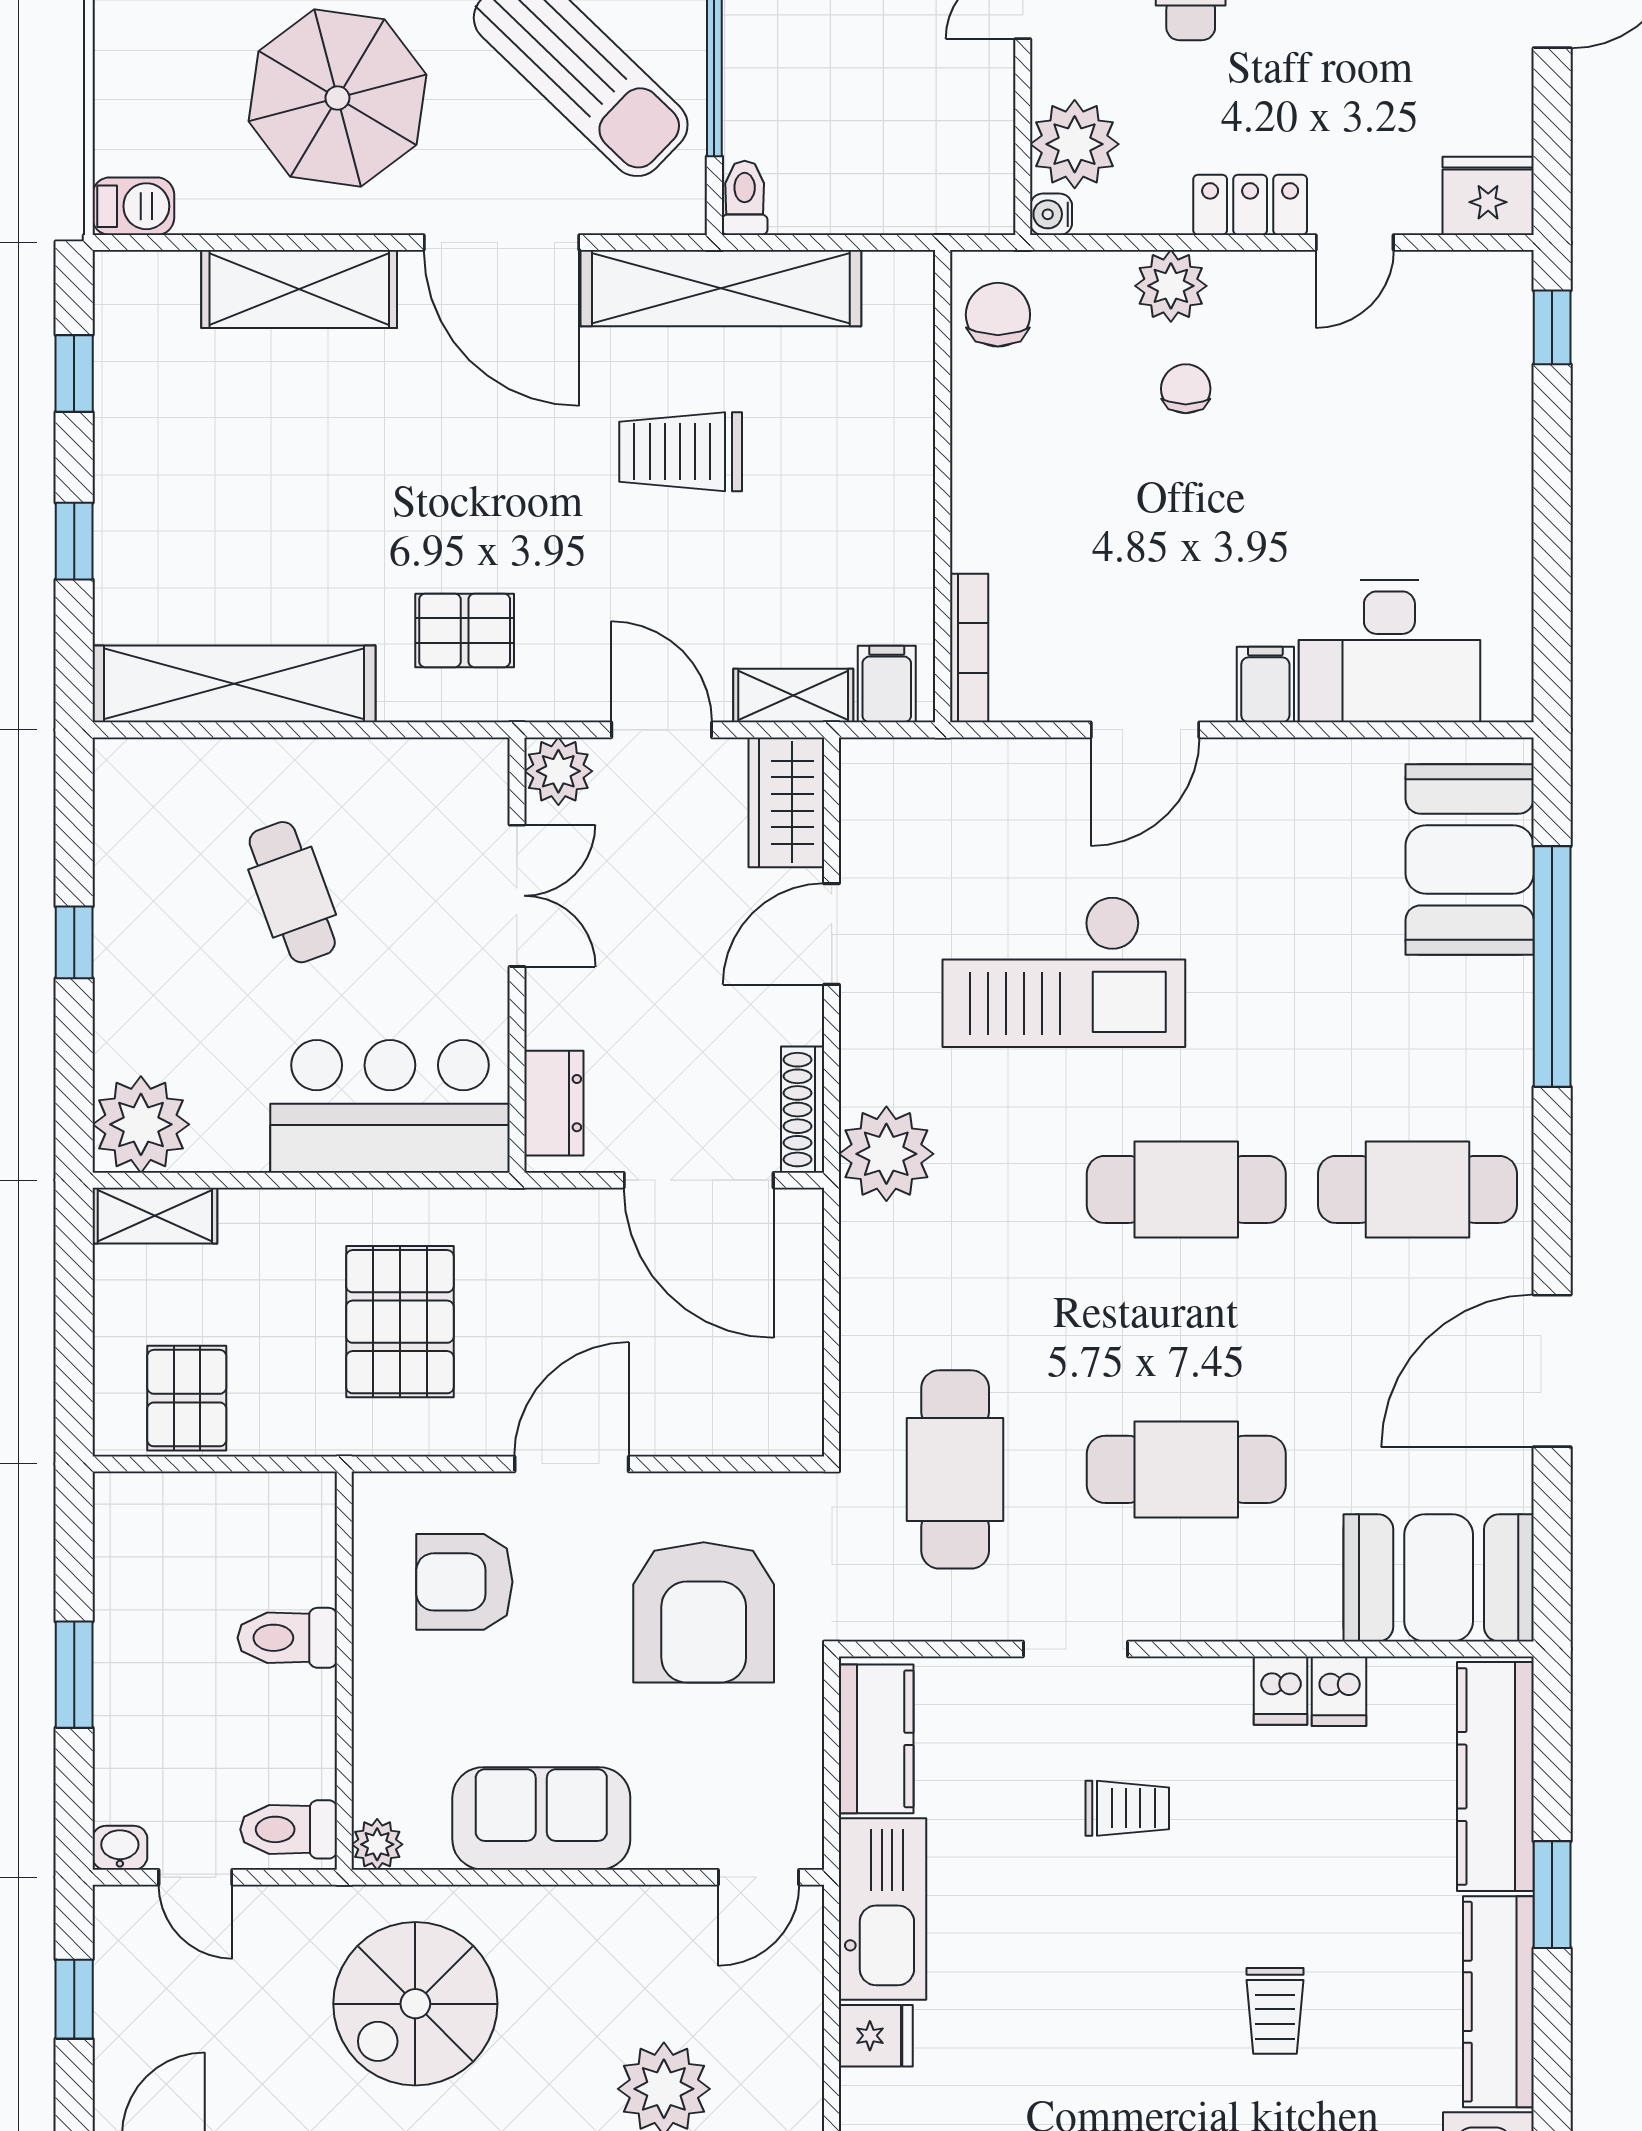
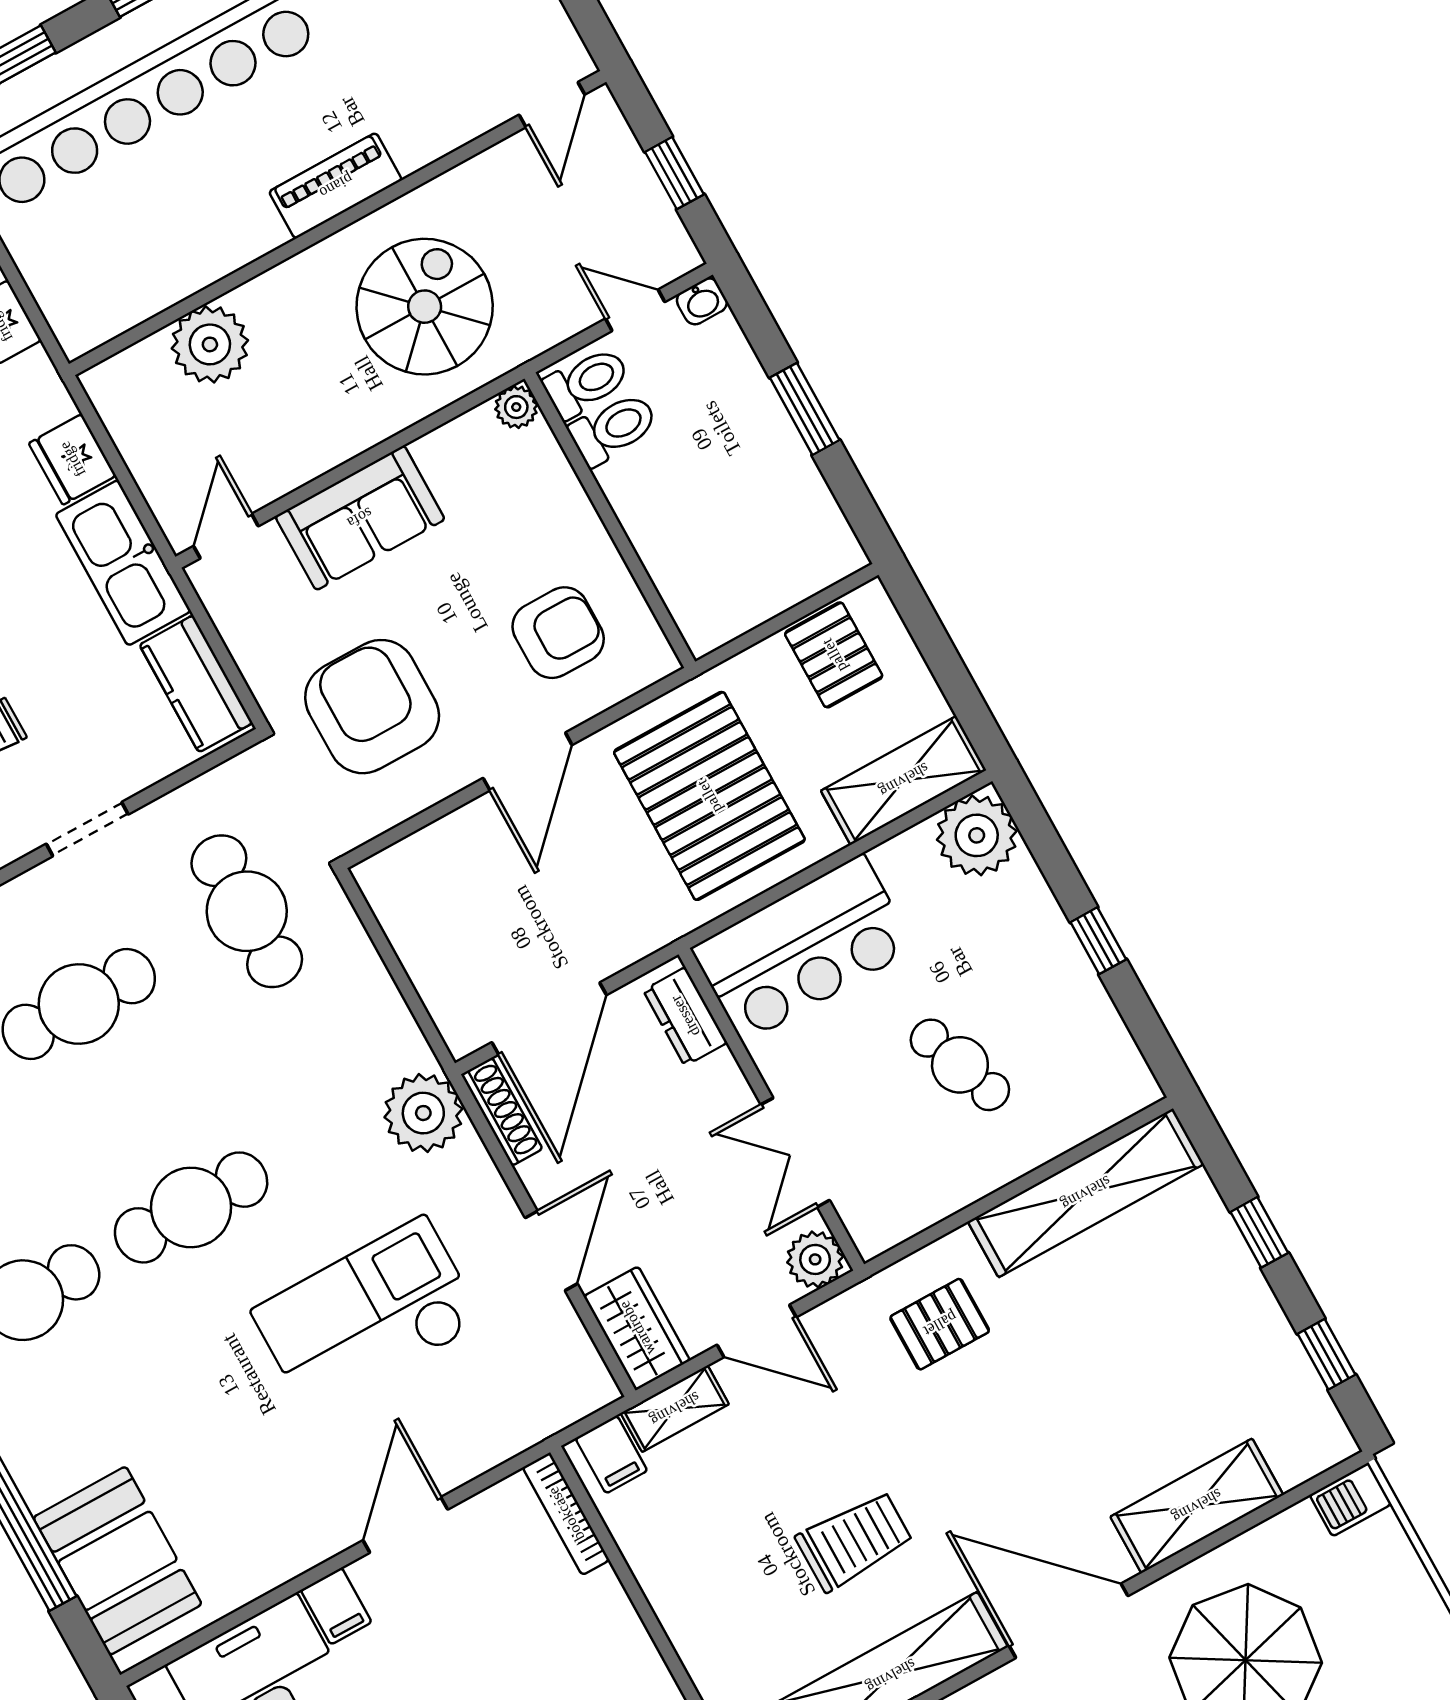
door: (699, 1180) -> (549, 1019), swing flipped
shelving: (155, 1216) -> (904, 780), width x1.50, depth x1.33
pallet: (400, 1322) -> (709, 796), width x1.37, depth x1.41
toilet: (287, 1638) -> (613, 429), moved
sofa: (541, 1818) -> (360, 518), moved
fridge: (876, 2036) -> (72, 459), width x1.38

